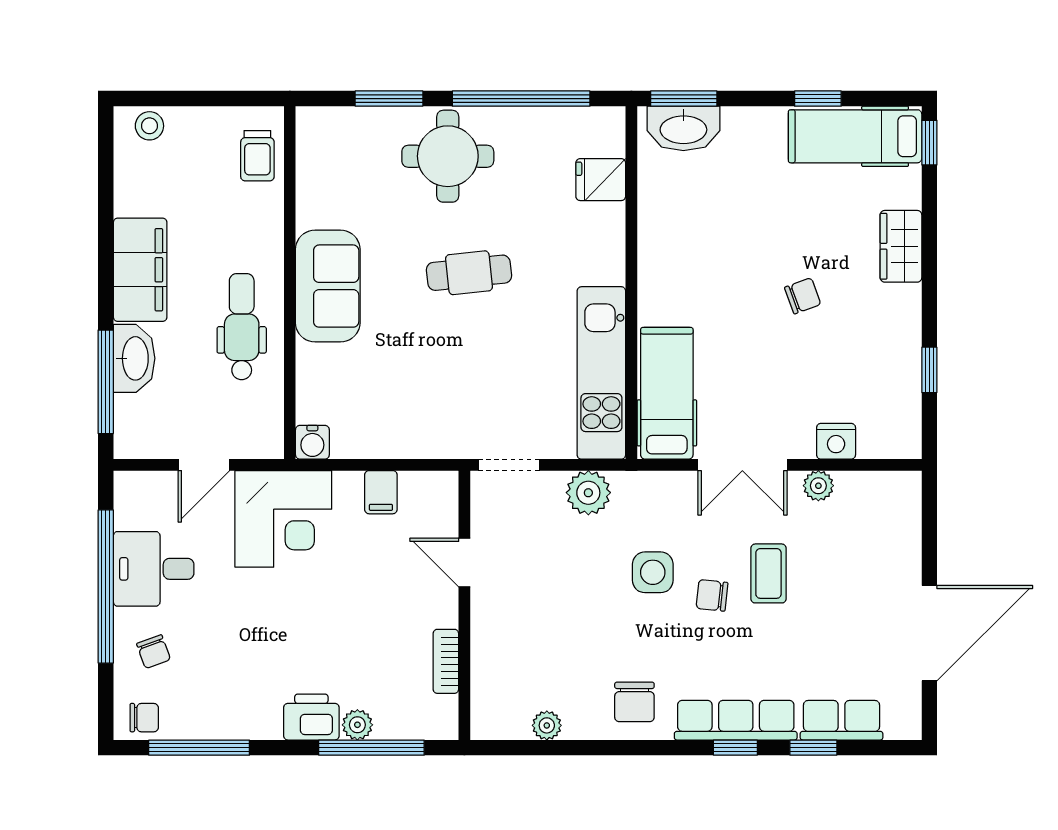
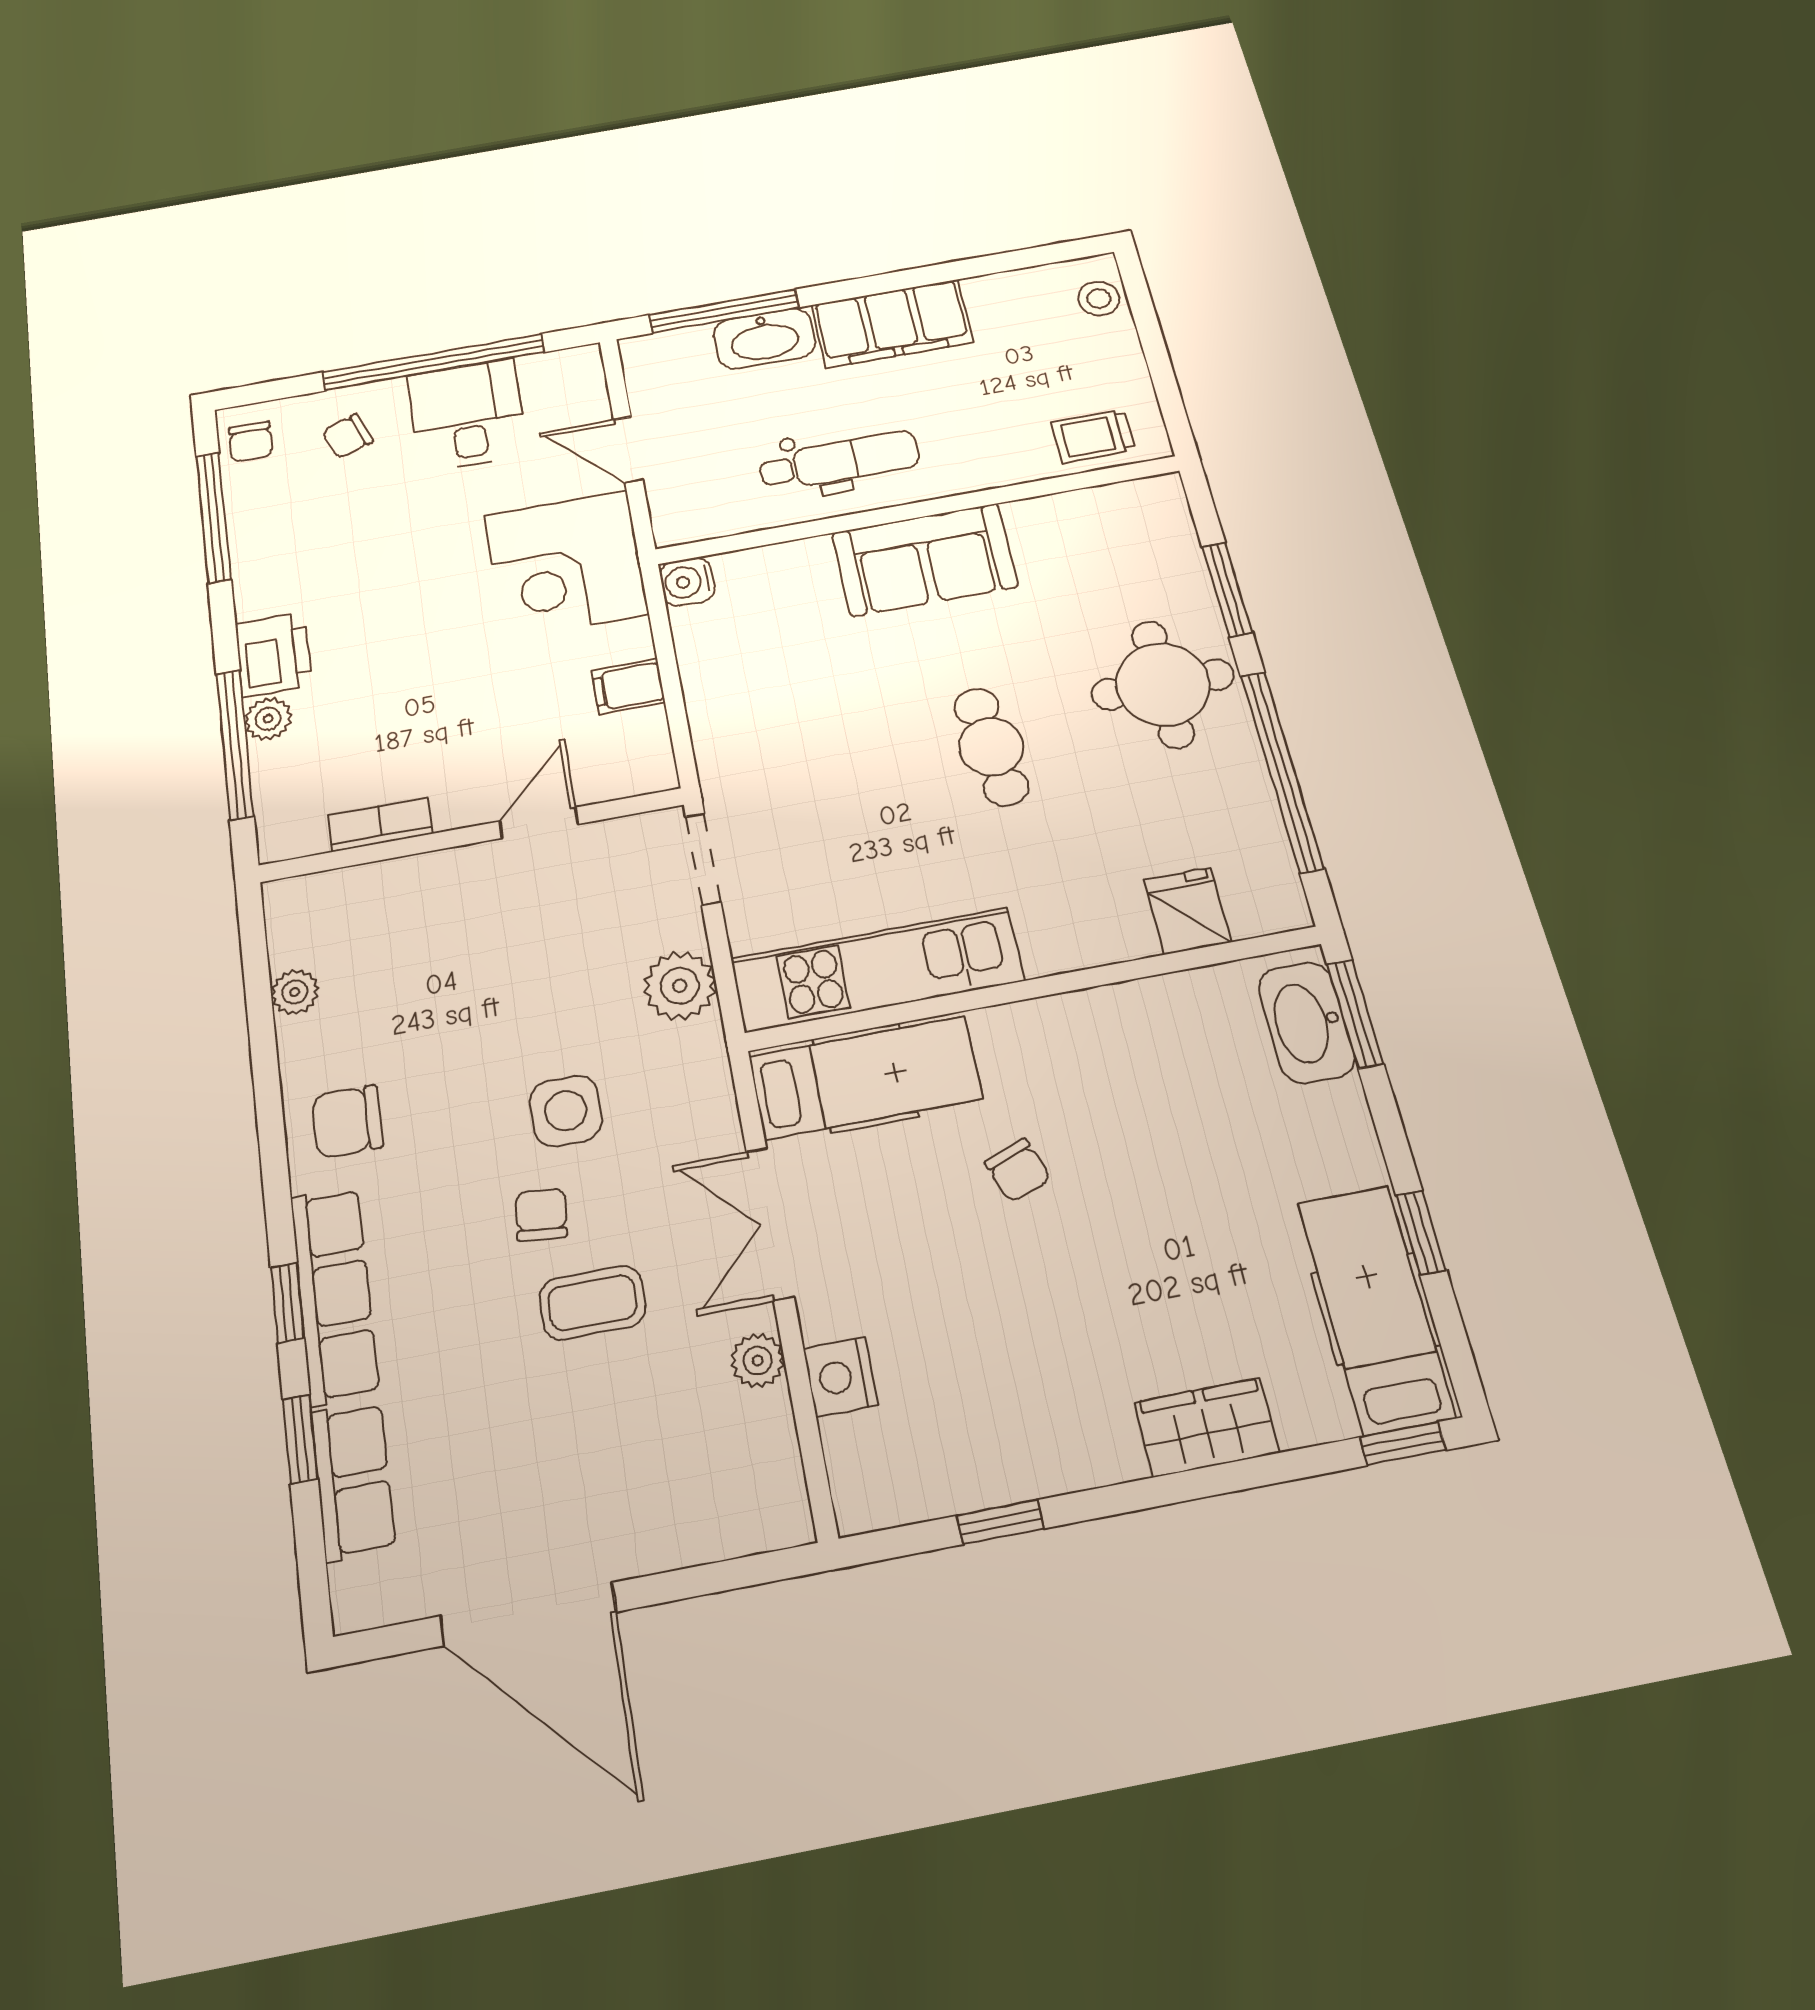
chair: (803, 296) -> (1018, 1170), moved

